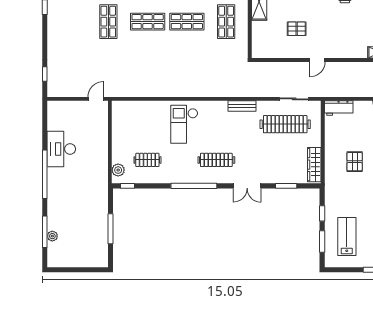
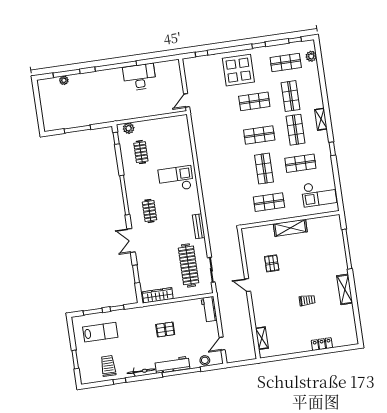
shop shelf: (148, 22) -> (259, 135), turned 90
display table: (70, 35) -> (238, 70), added
door: (96, 99) -> (187, 100), swing flipped
clothes rail: (216, 160) -> (149, 211), width x0.73

